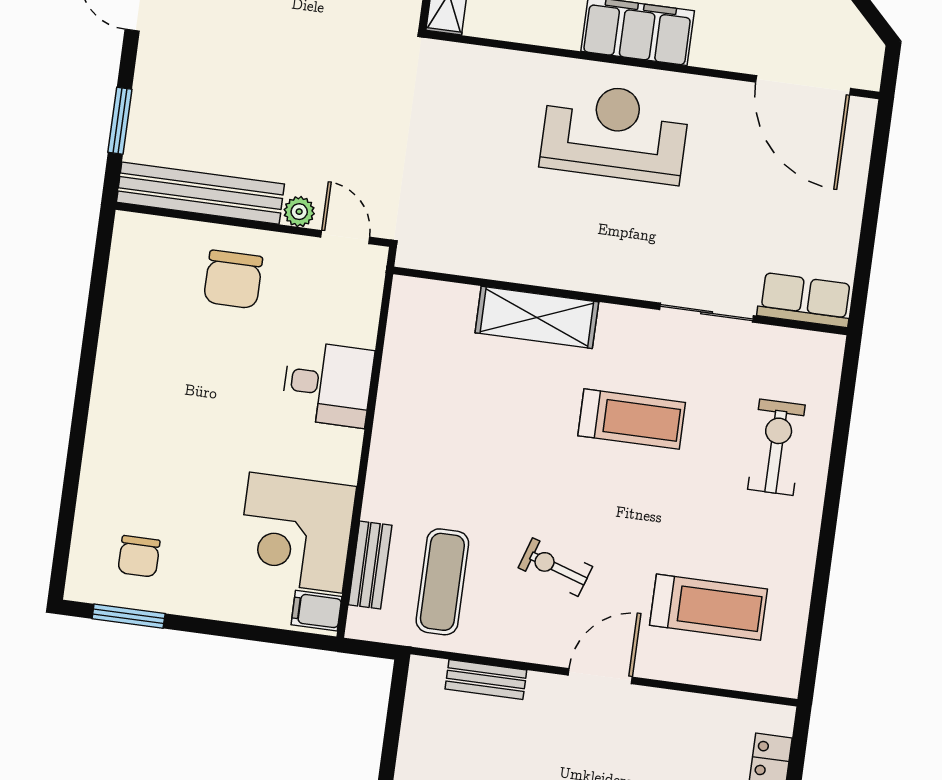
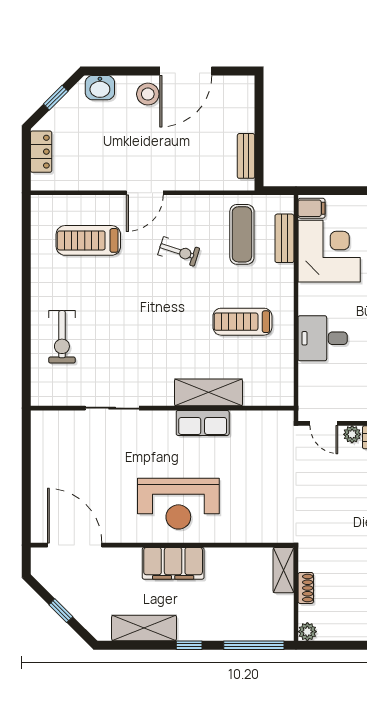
row of seats: (805, 300) -> (203, 423), moved
treadmill: (632, 419) -> (242, 322), moved
bench: (486, 680) -> (246, 156), moved, turned 90

